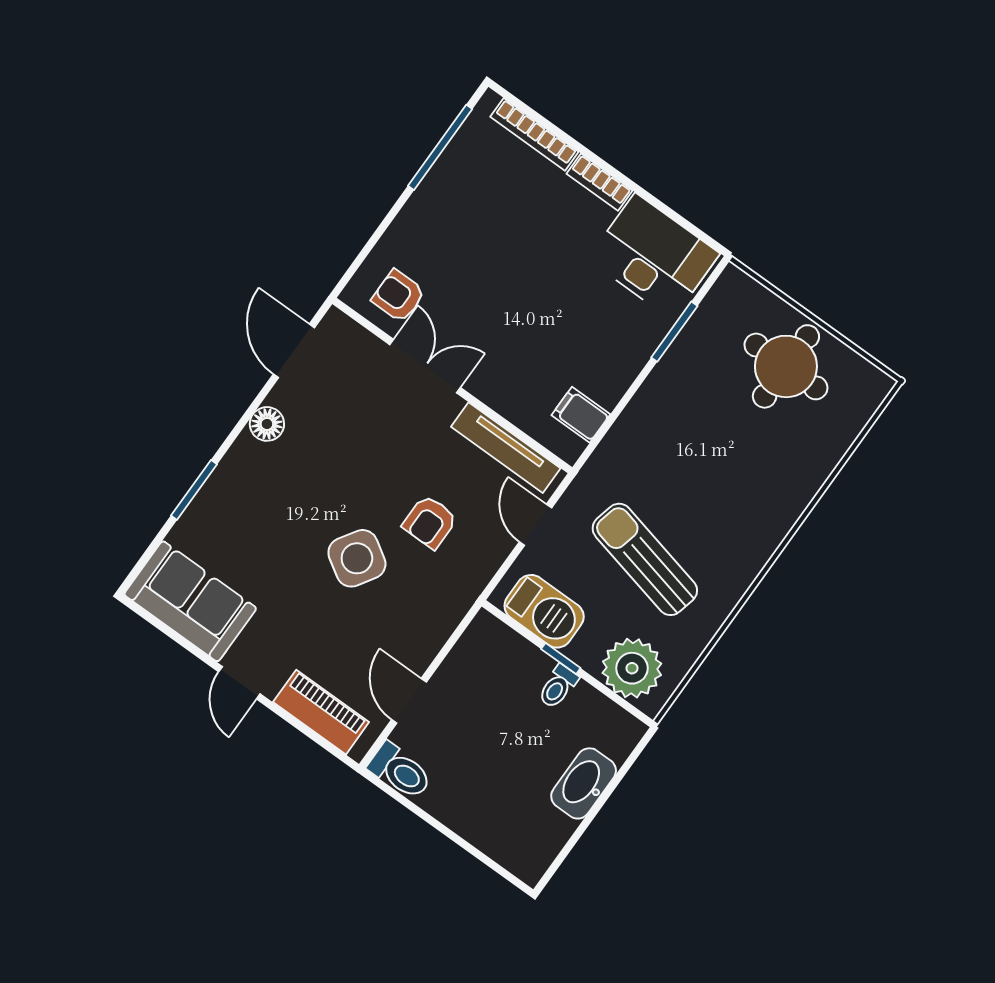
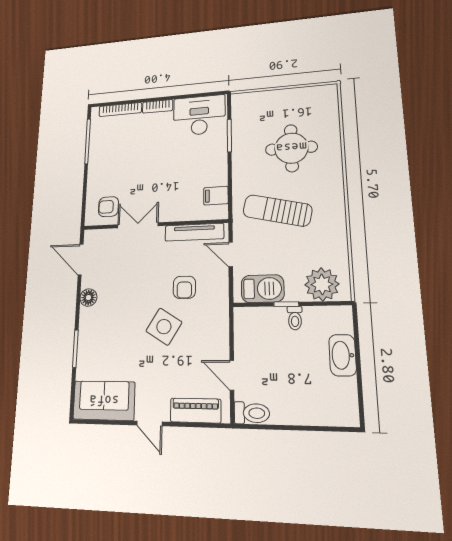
round table: (786, 366) -> (291, 148), moved
sun lounger: (645, 559) -> (277, 211), moved

